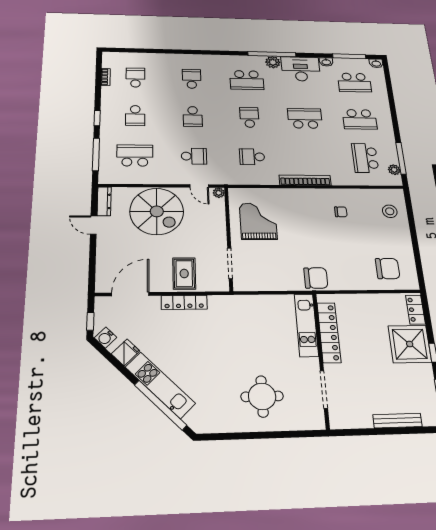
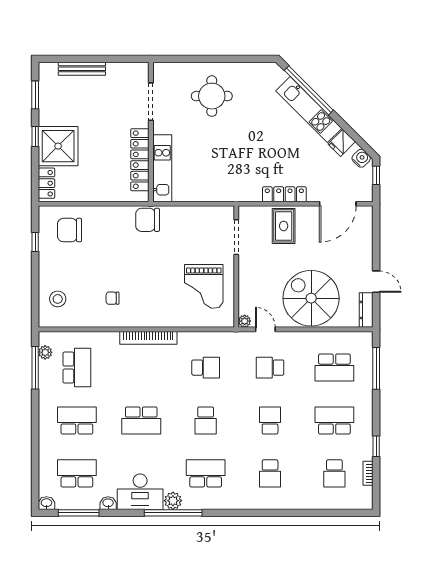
school desk: (135, 115) -> (334, 420), width x1.85
window: (97, 118) -> (376, 446), moved
window: (417, 258) -> (35, 242), added

